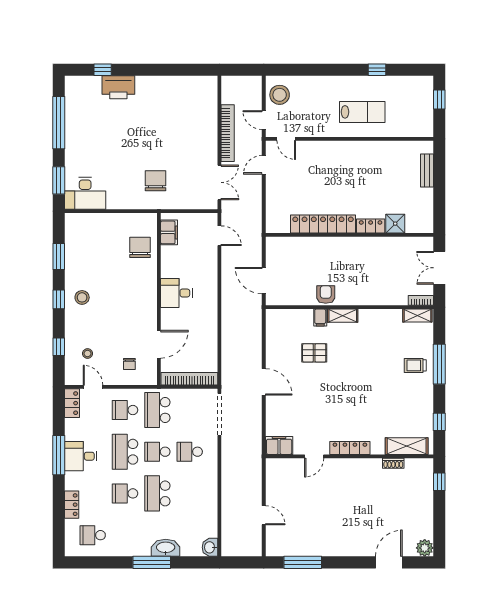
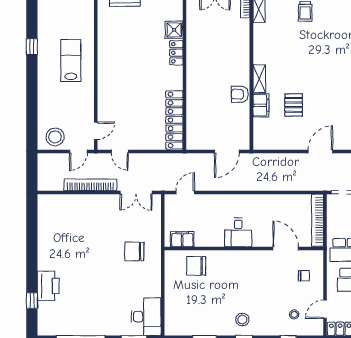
double door: (219, 182) -> (136, 192), swing flipped
locker: (323, 224) -> (174, 120), moved
filing cabinet: (320, 318) -> (261, 105), width x2.00

